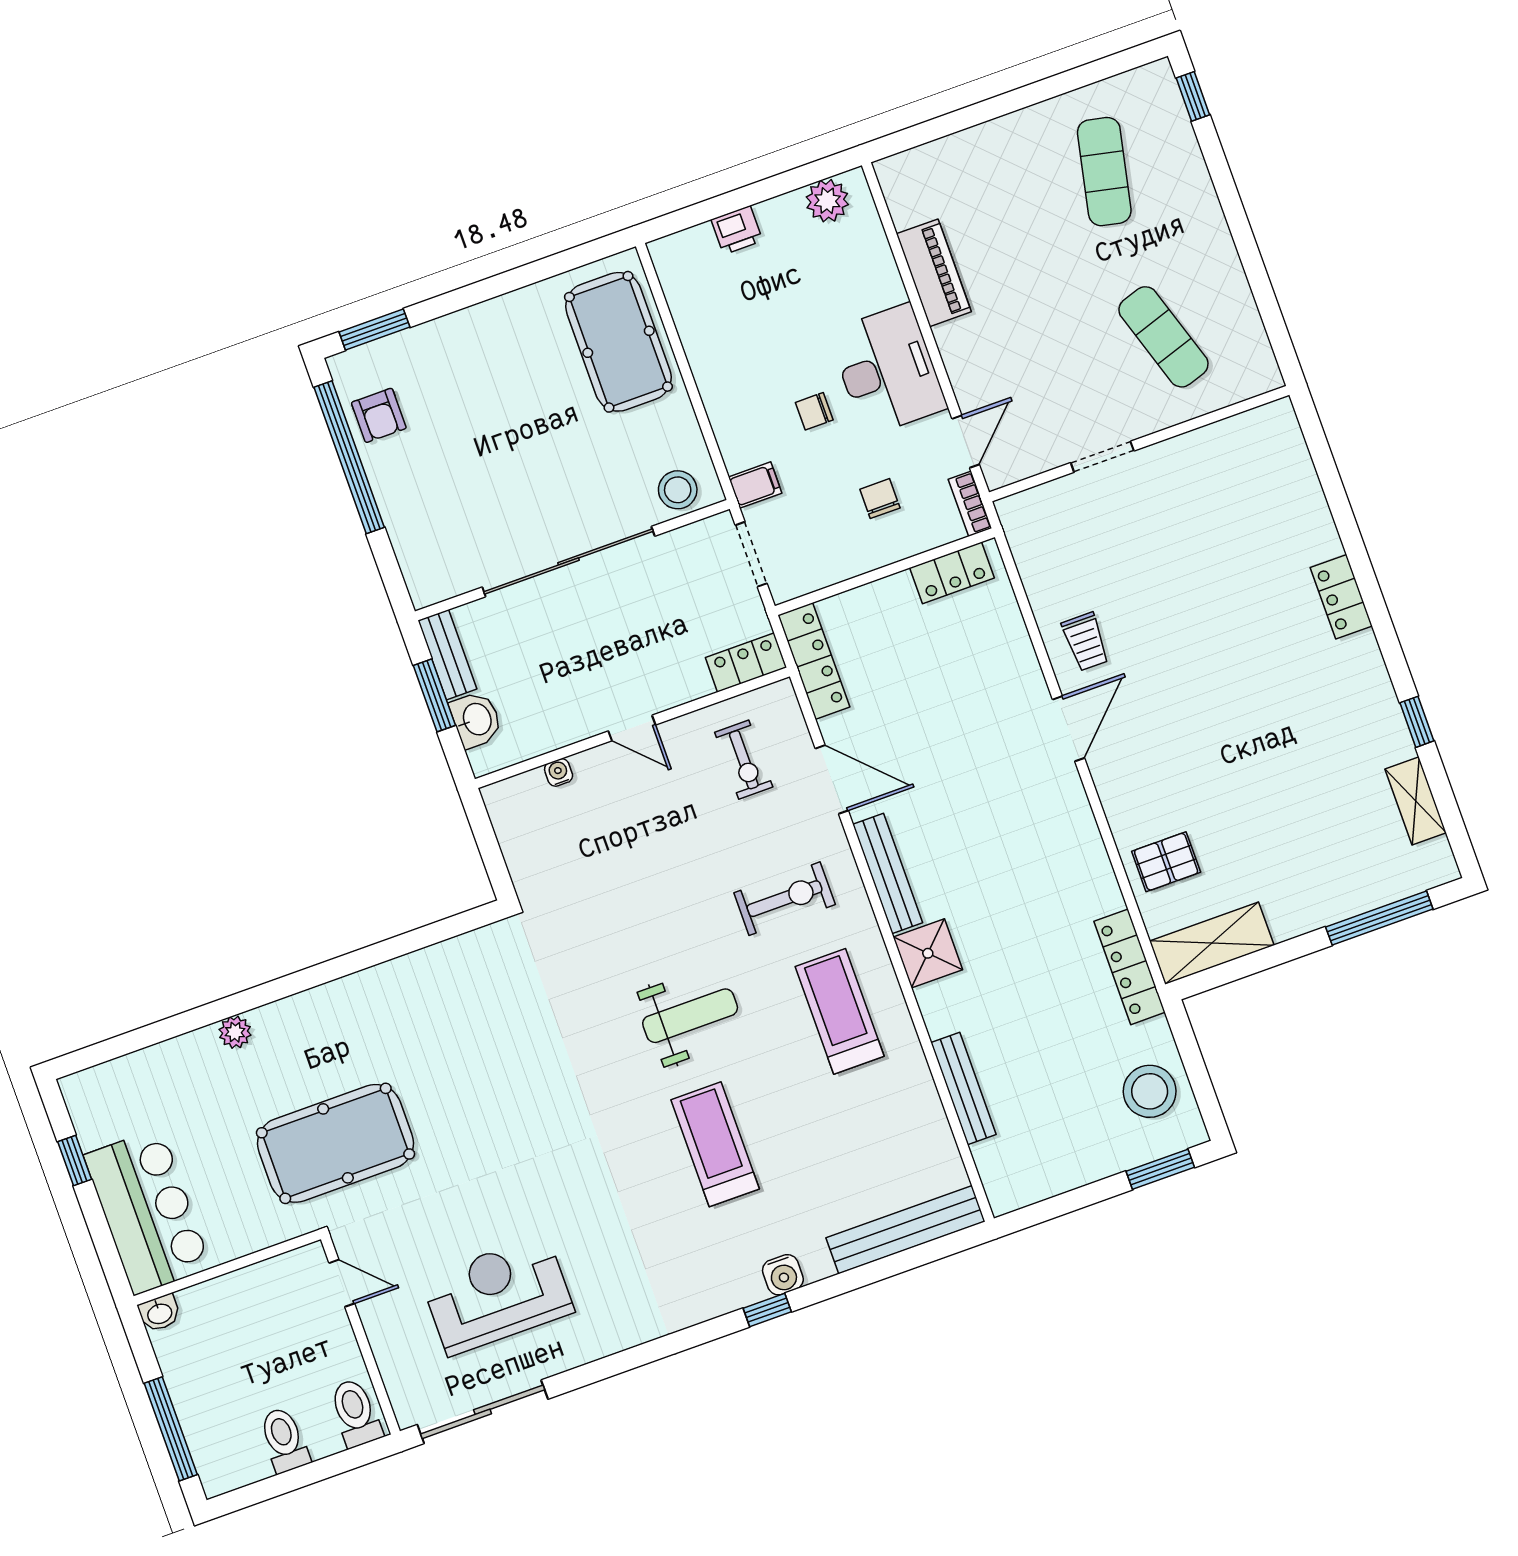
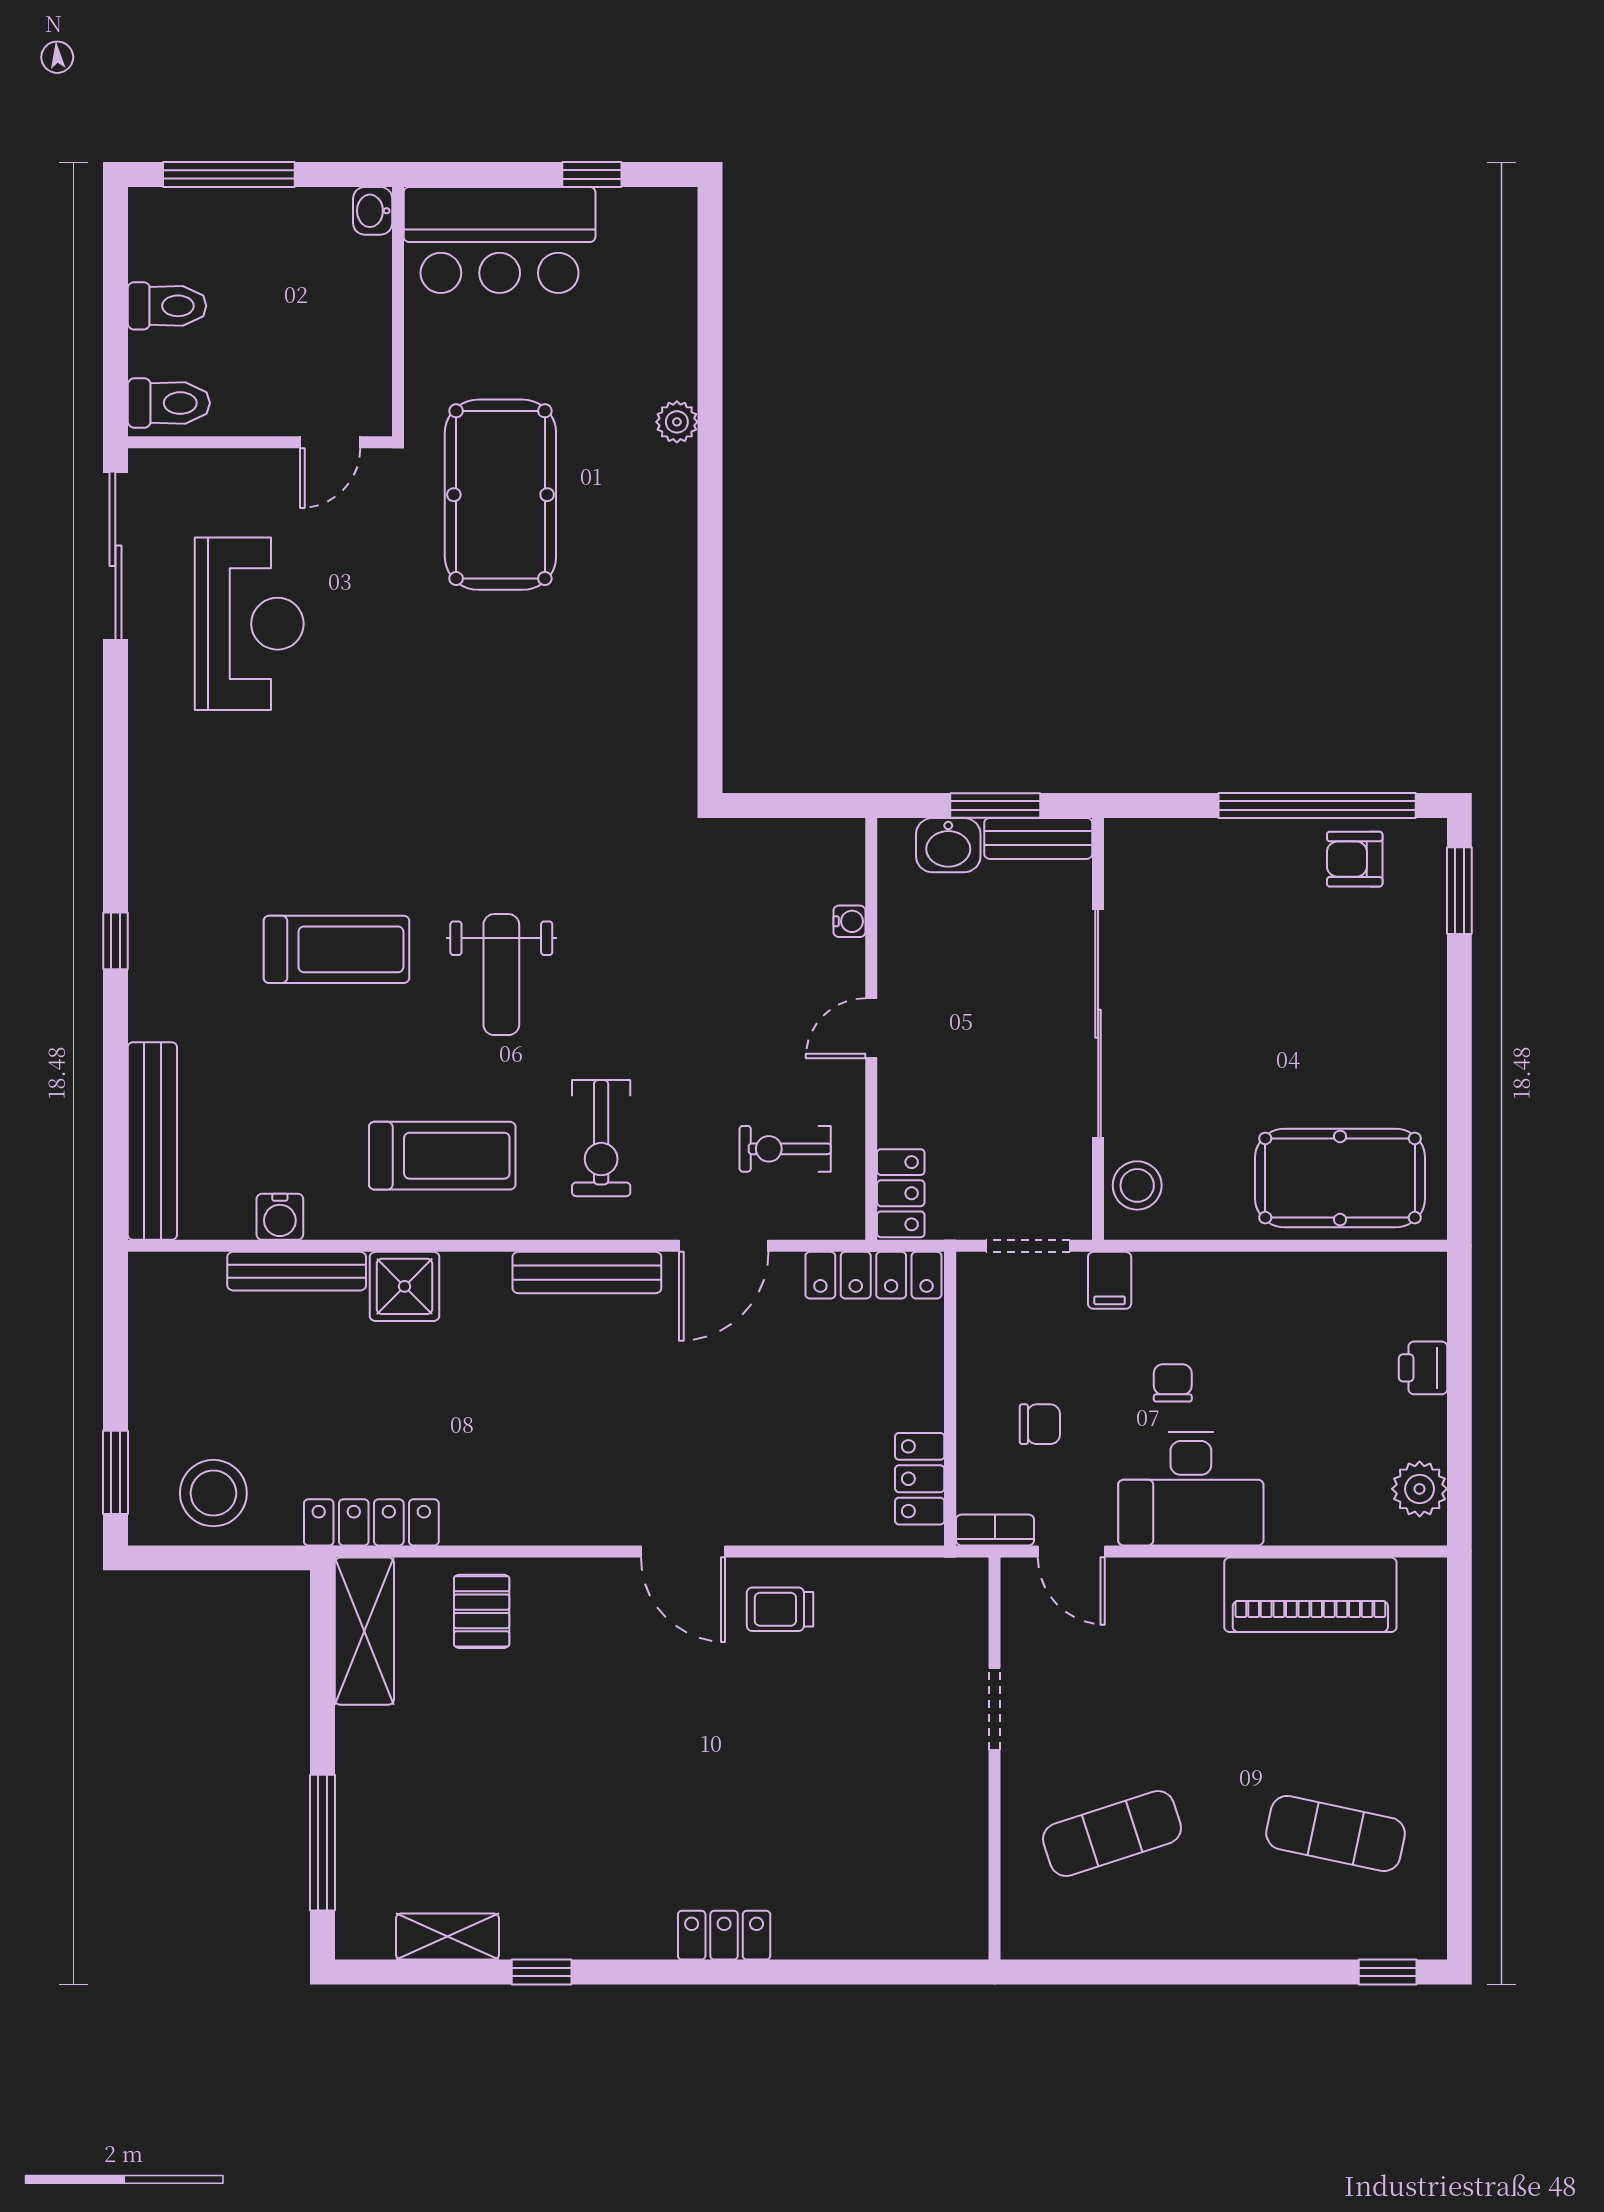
piano: (934, 273) -> (1310, 1595), width x1.37, depth x1.33
shower: (928, 953) -> (405, 1286), moved
water cooler: (783, 1275) -> (280, 1217), moved, turned -90

